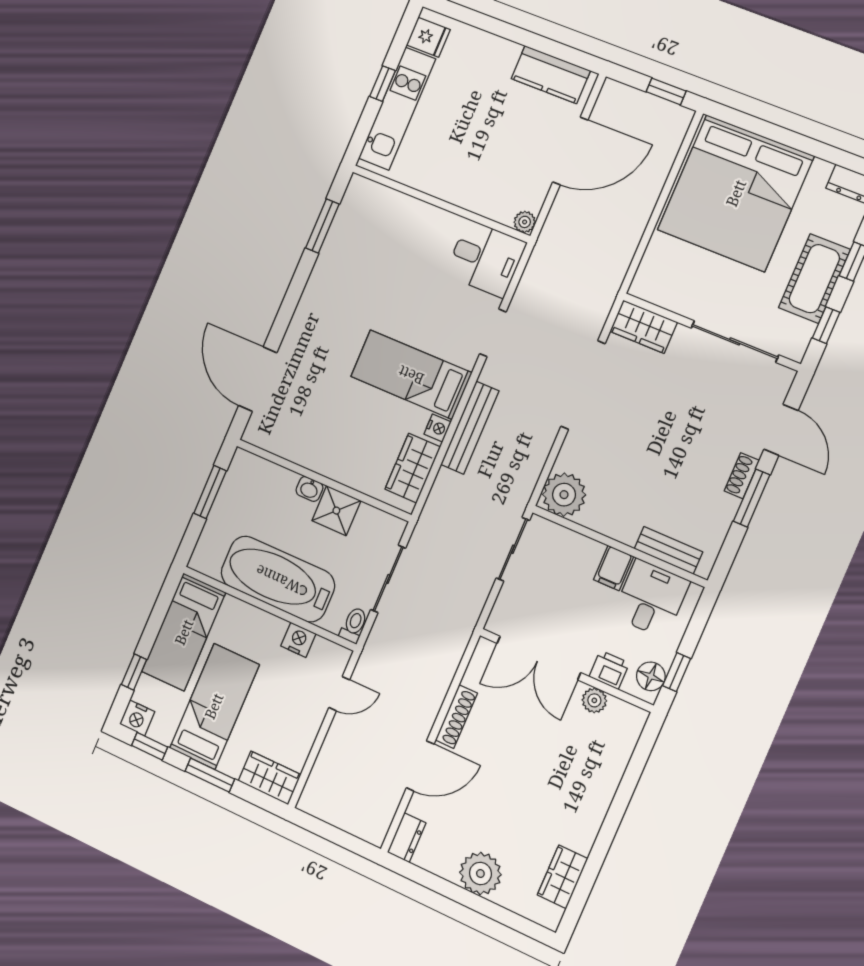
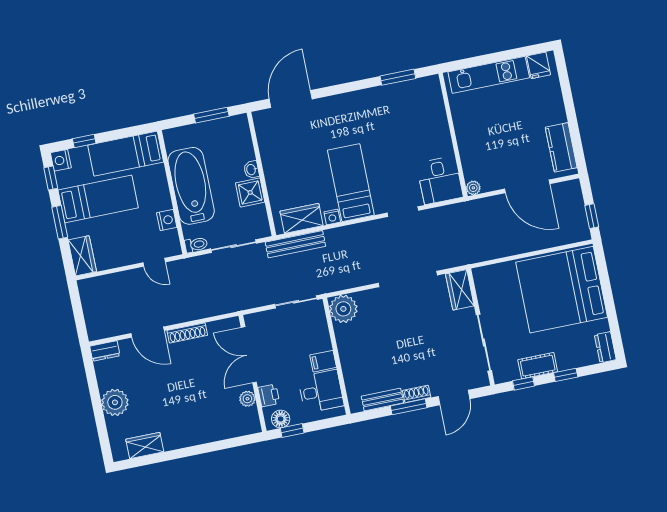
window: (382, 84) -> (497, 57), removed
cot: (814, 279) -> (538, 366), width x0.73, depth x0.75
bench: (470, 428) -> (295, 244), moved
bench: (668, 550) -> (382, 400), moved, turned 90

